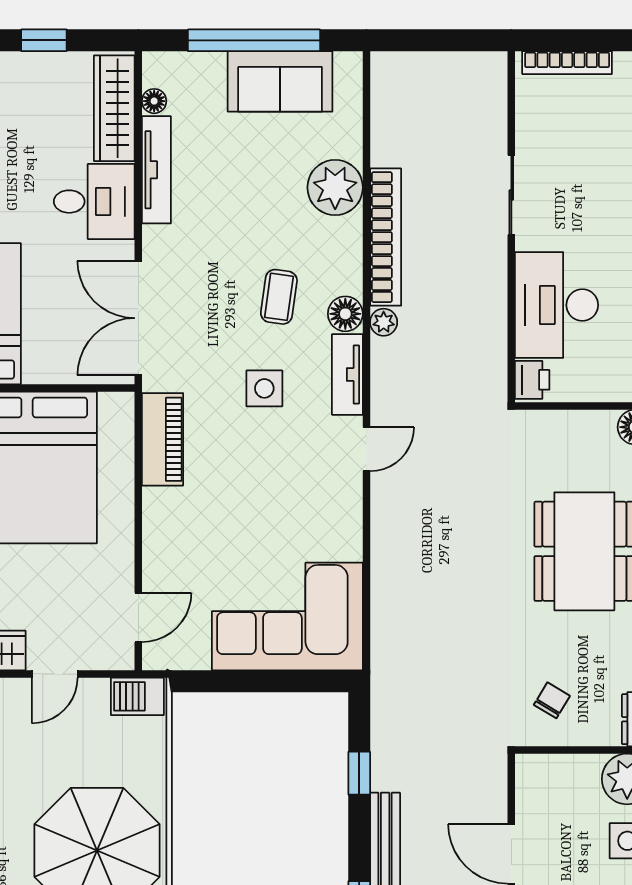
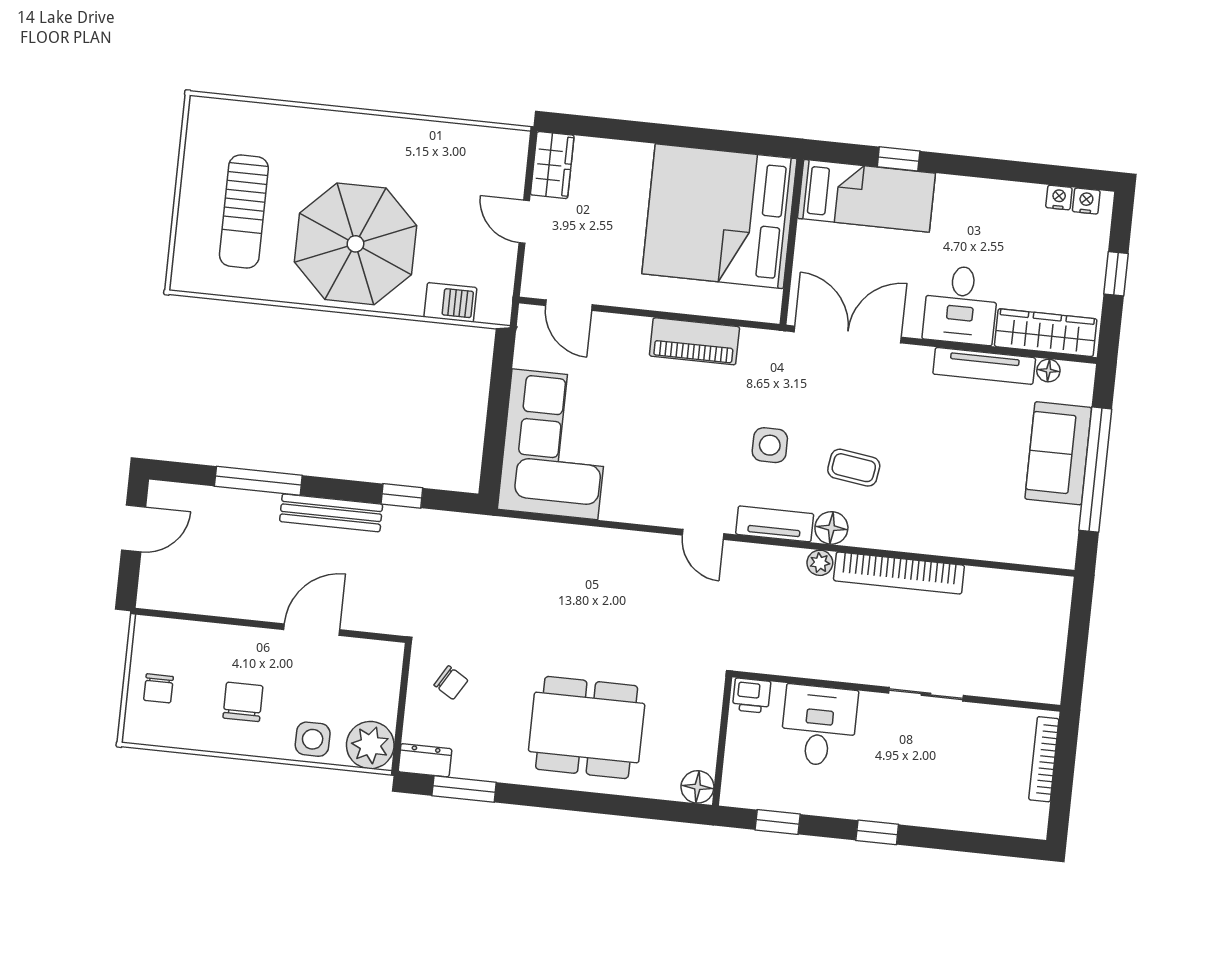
sofa: (280, 81) -> (1058, 453), moved
plant: (335, 187) -> (950, 531), removed
desk: (556, 305) -> (819, 726), width x0.73
piano: (163, 439) -> (694, 341), moved
barbecue: (137, 696) -> (450, 302), moved, turned 90

